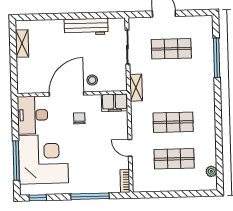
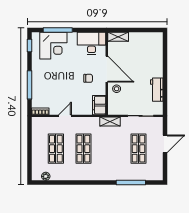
workbench: (86, 27) -> (157, 90), width x0.73
shelving: (22, 43) -> (118, 37), moved
corner desk: (43, 159) -> (53, 46), width x0.74, depth x0.74

